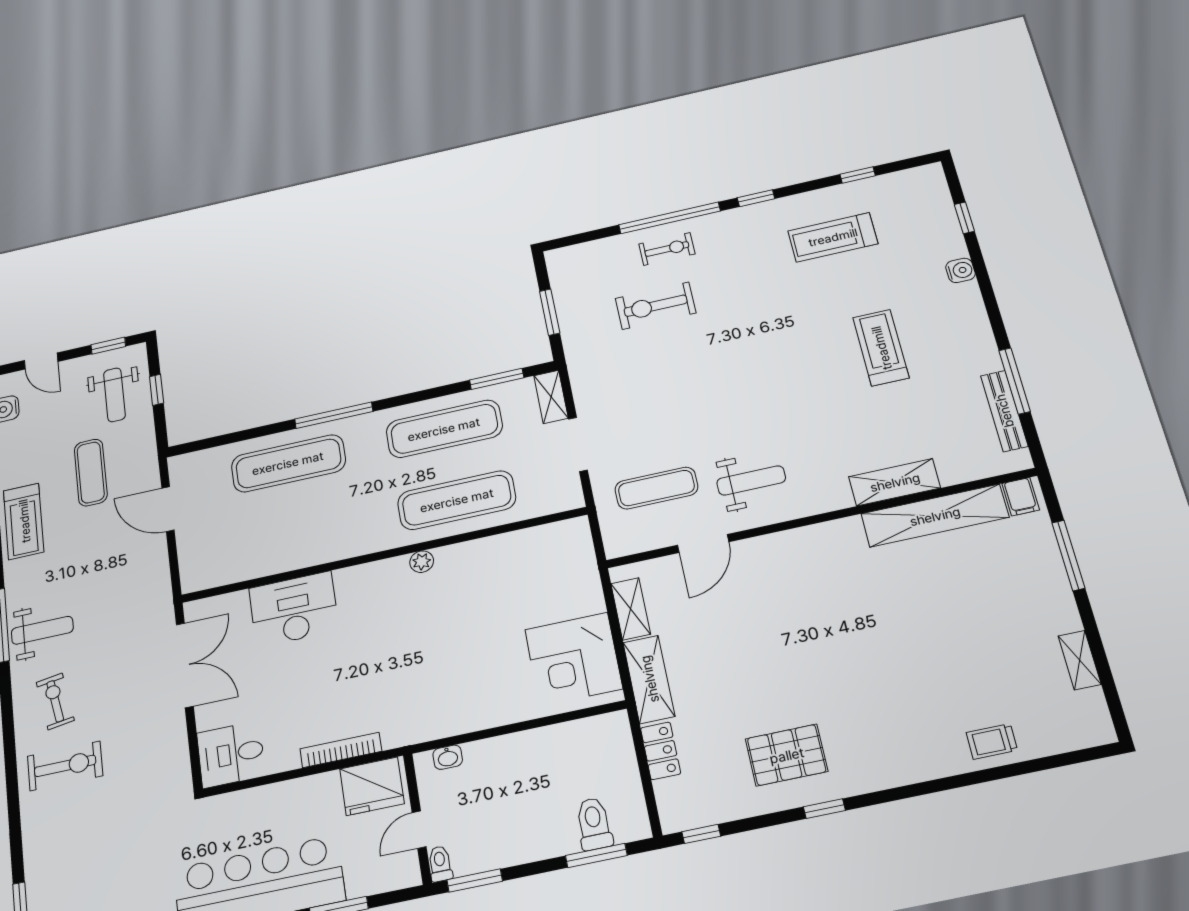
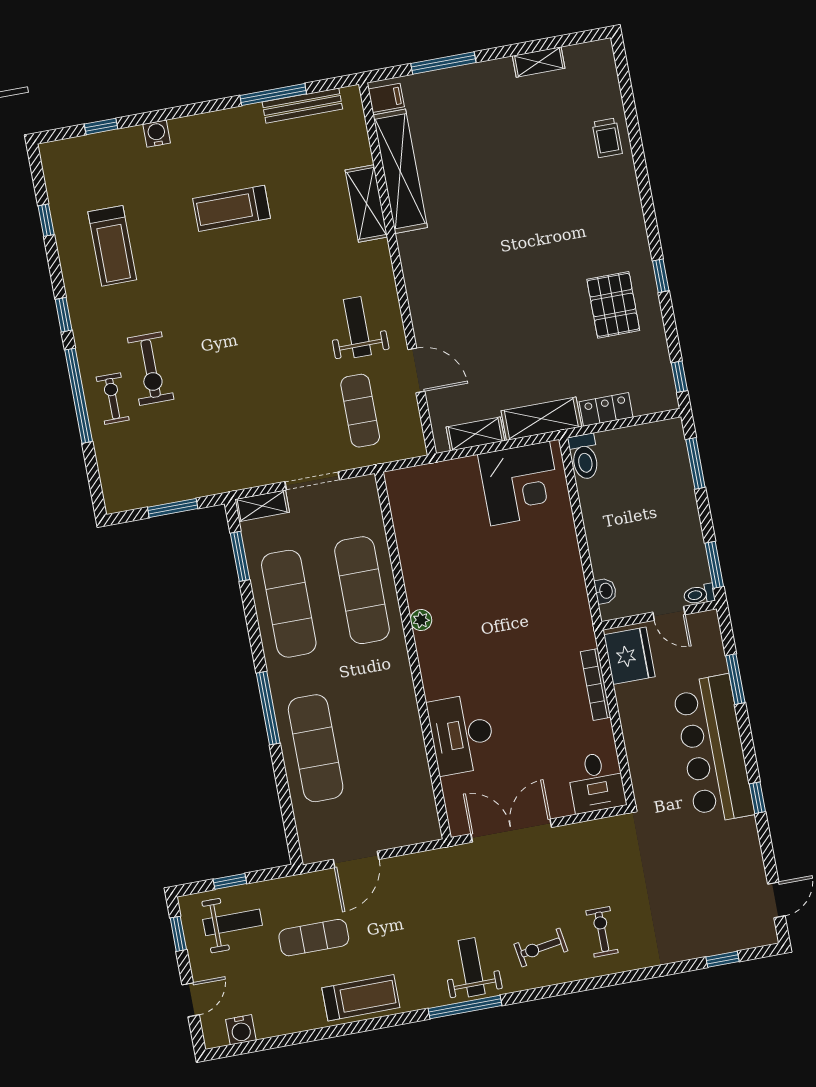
exercise bike: (656, 306) -> (151, 369), moved
exercise bike: (65, 766) -> (602, 932), width x0.73, depth x0.72
toilet: (594, 824) -> (584, 457), moved, turned -90

